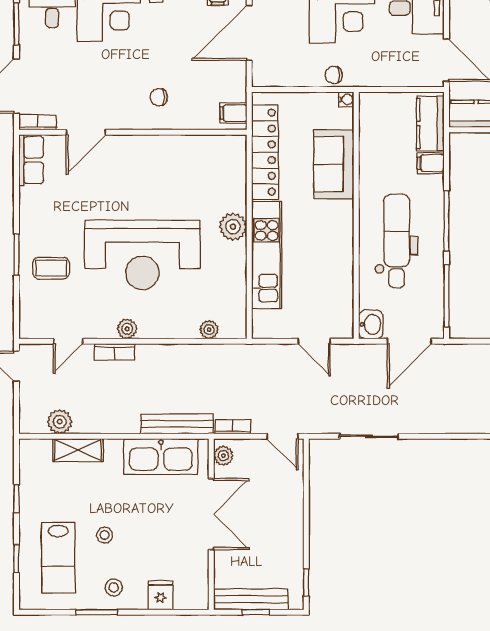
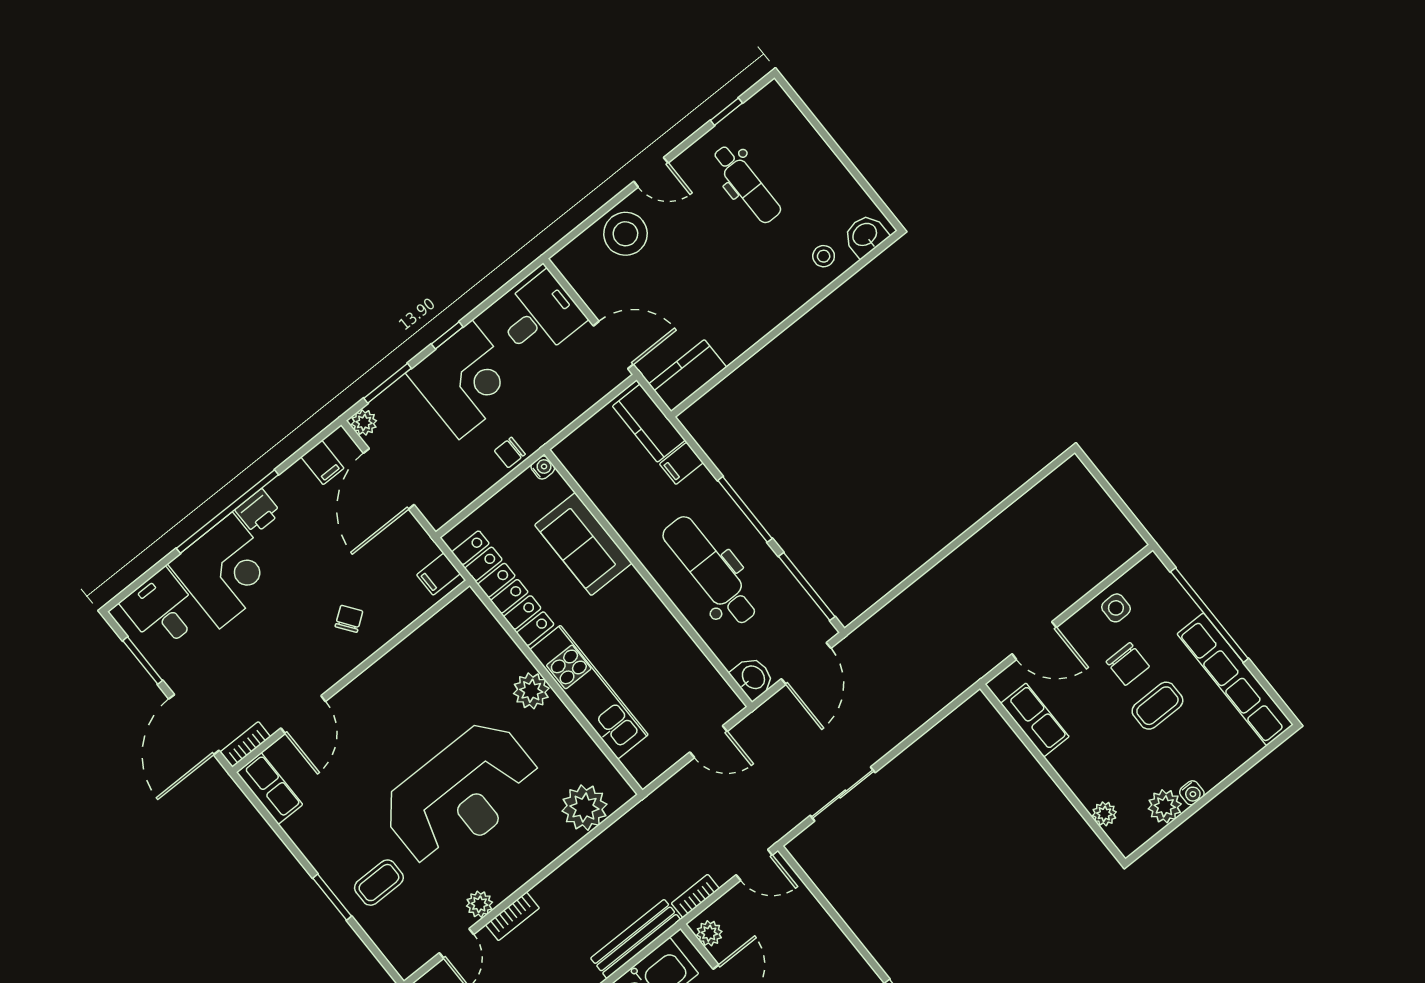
chair: (159, 97) -> (349, 619), turned 144
plant: (127, 329) -> (479, 904), moved
plant: (209, 330) -> (584, 808), width x1.88, depth x1.88

